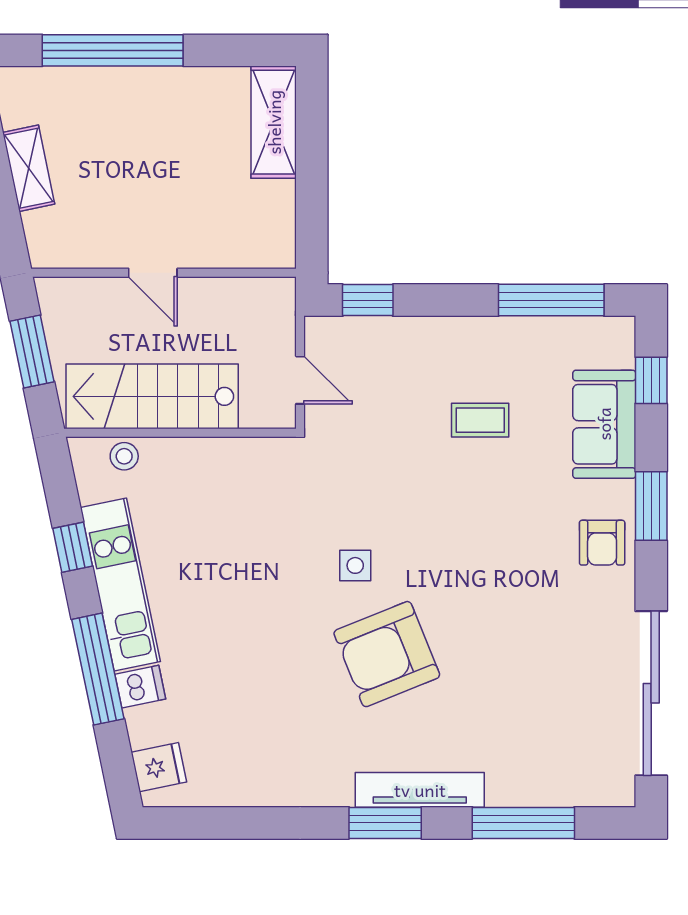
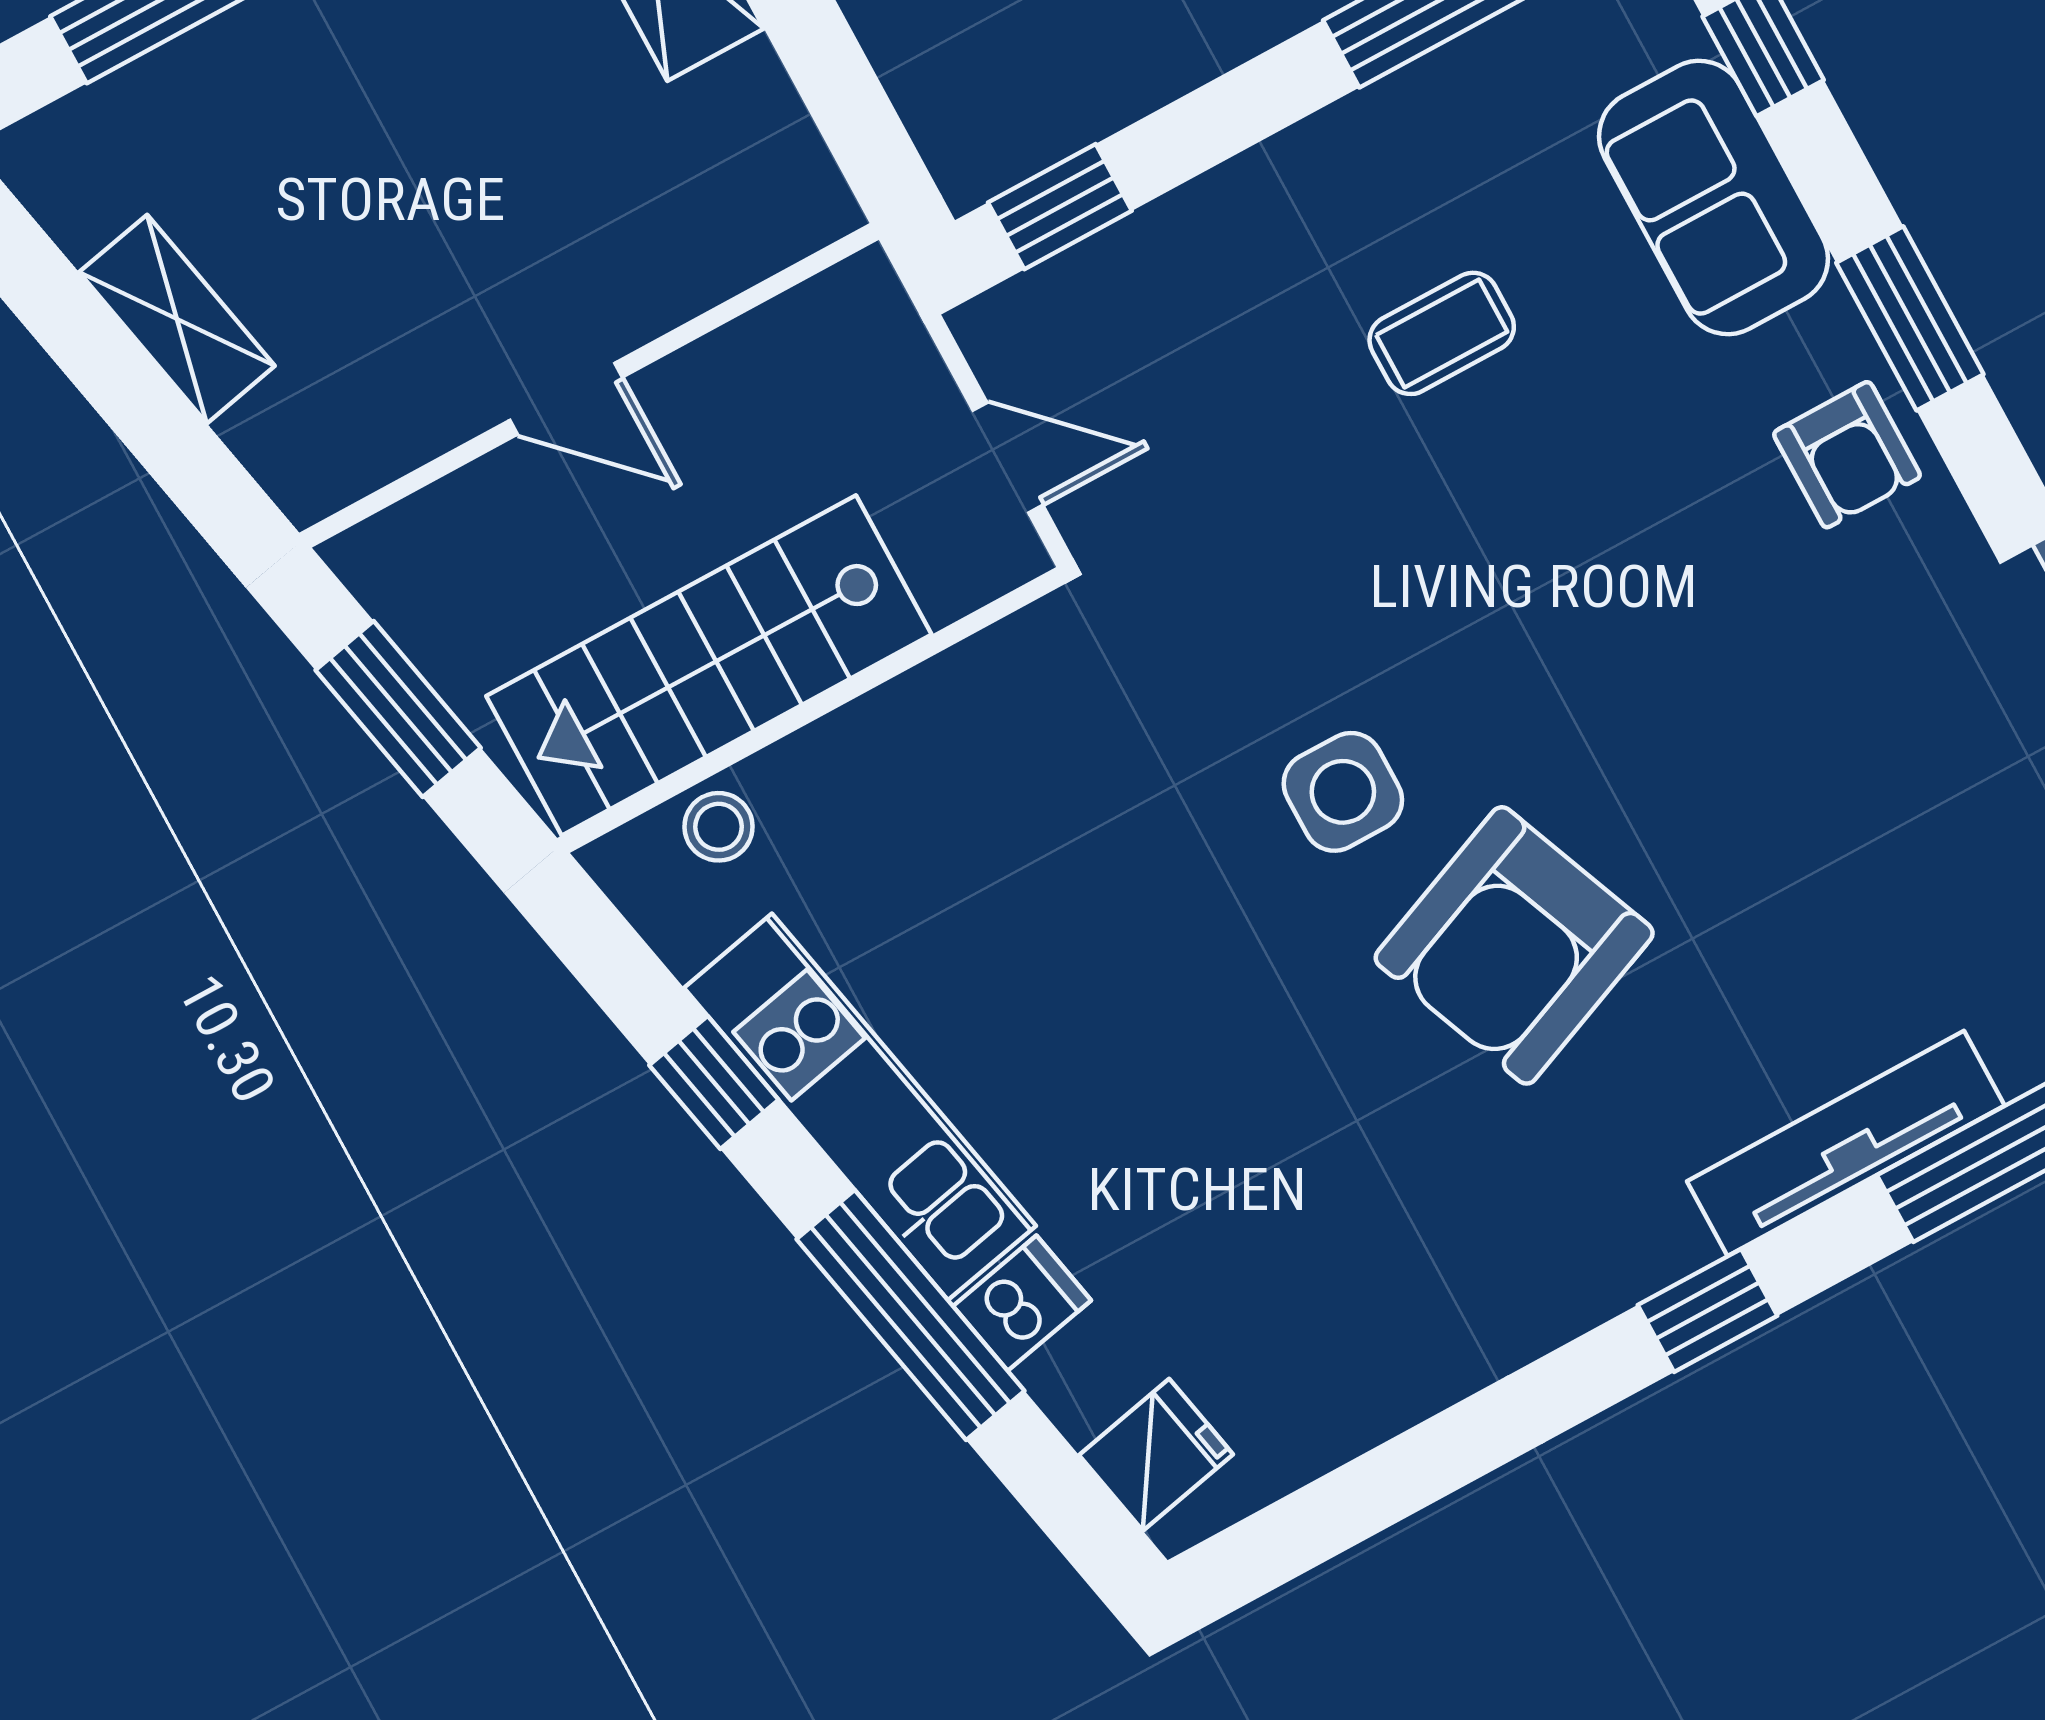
side table: (355, 565) -> (1343, 792), width x1.37, depth x1.37
tv unit: (420, 790) -> (1846, 1143), moved
window: (385, 823) -> (1708, 1310), width x0.67

